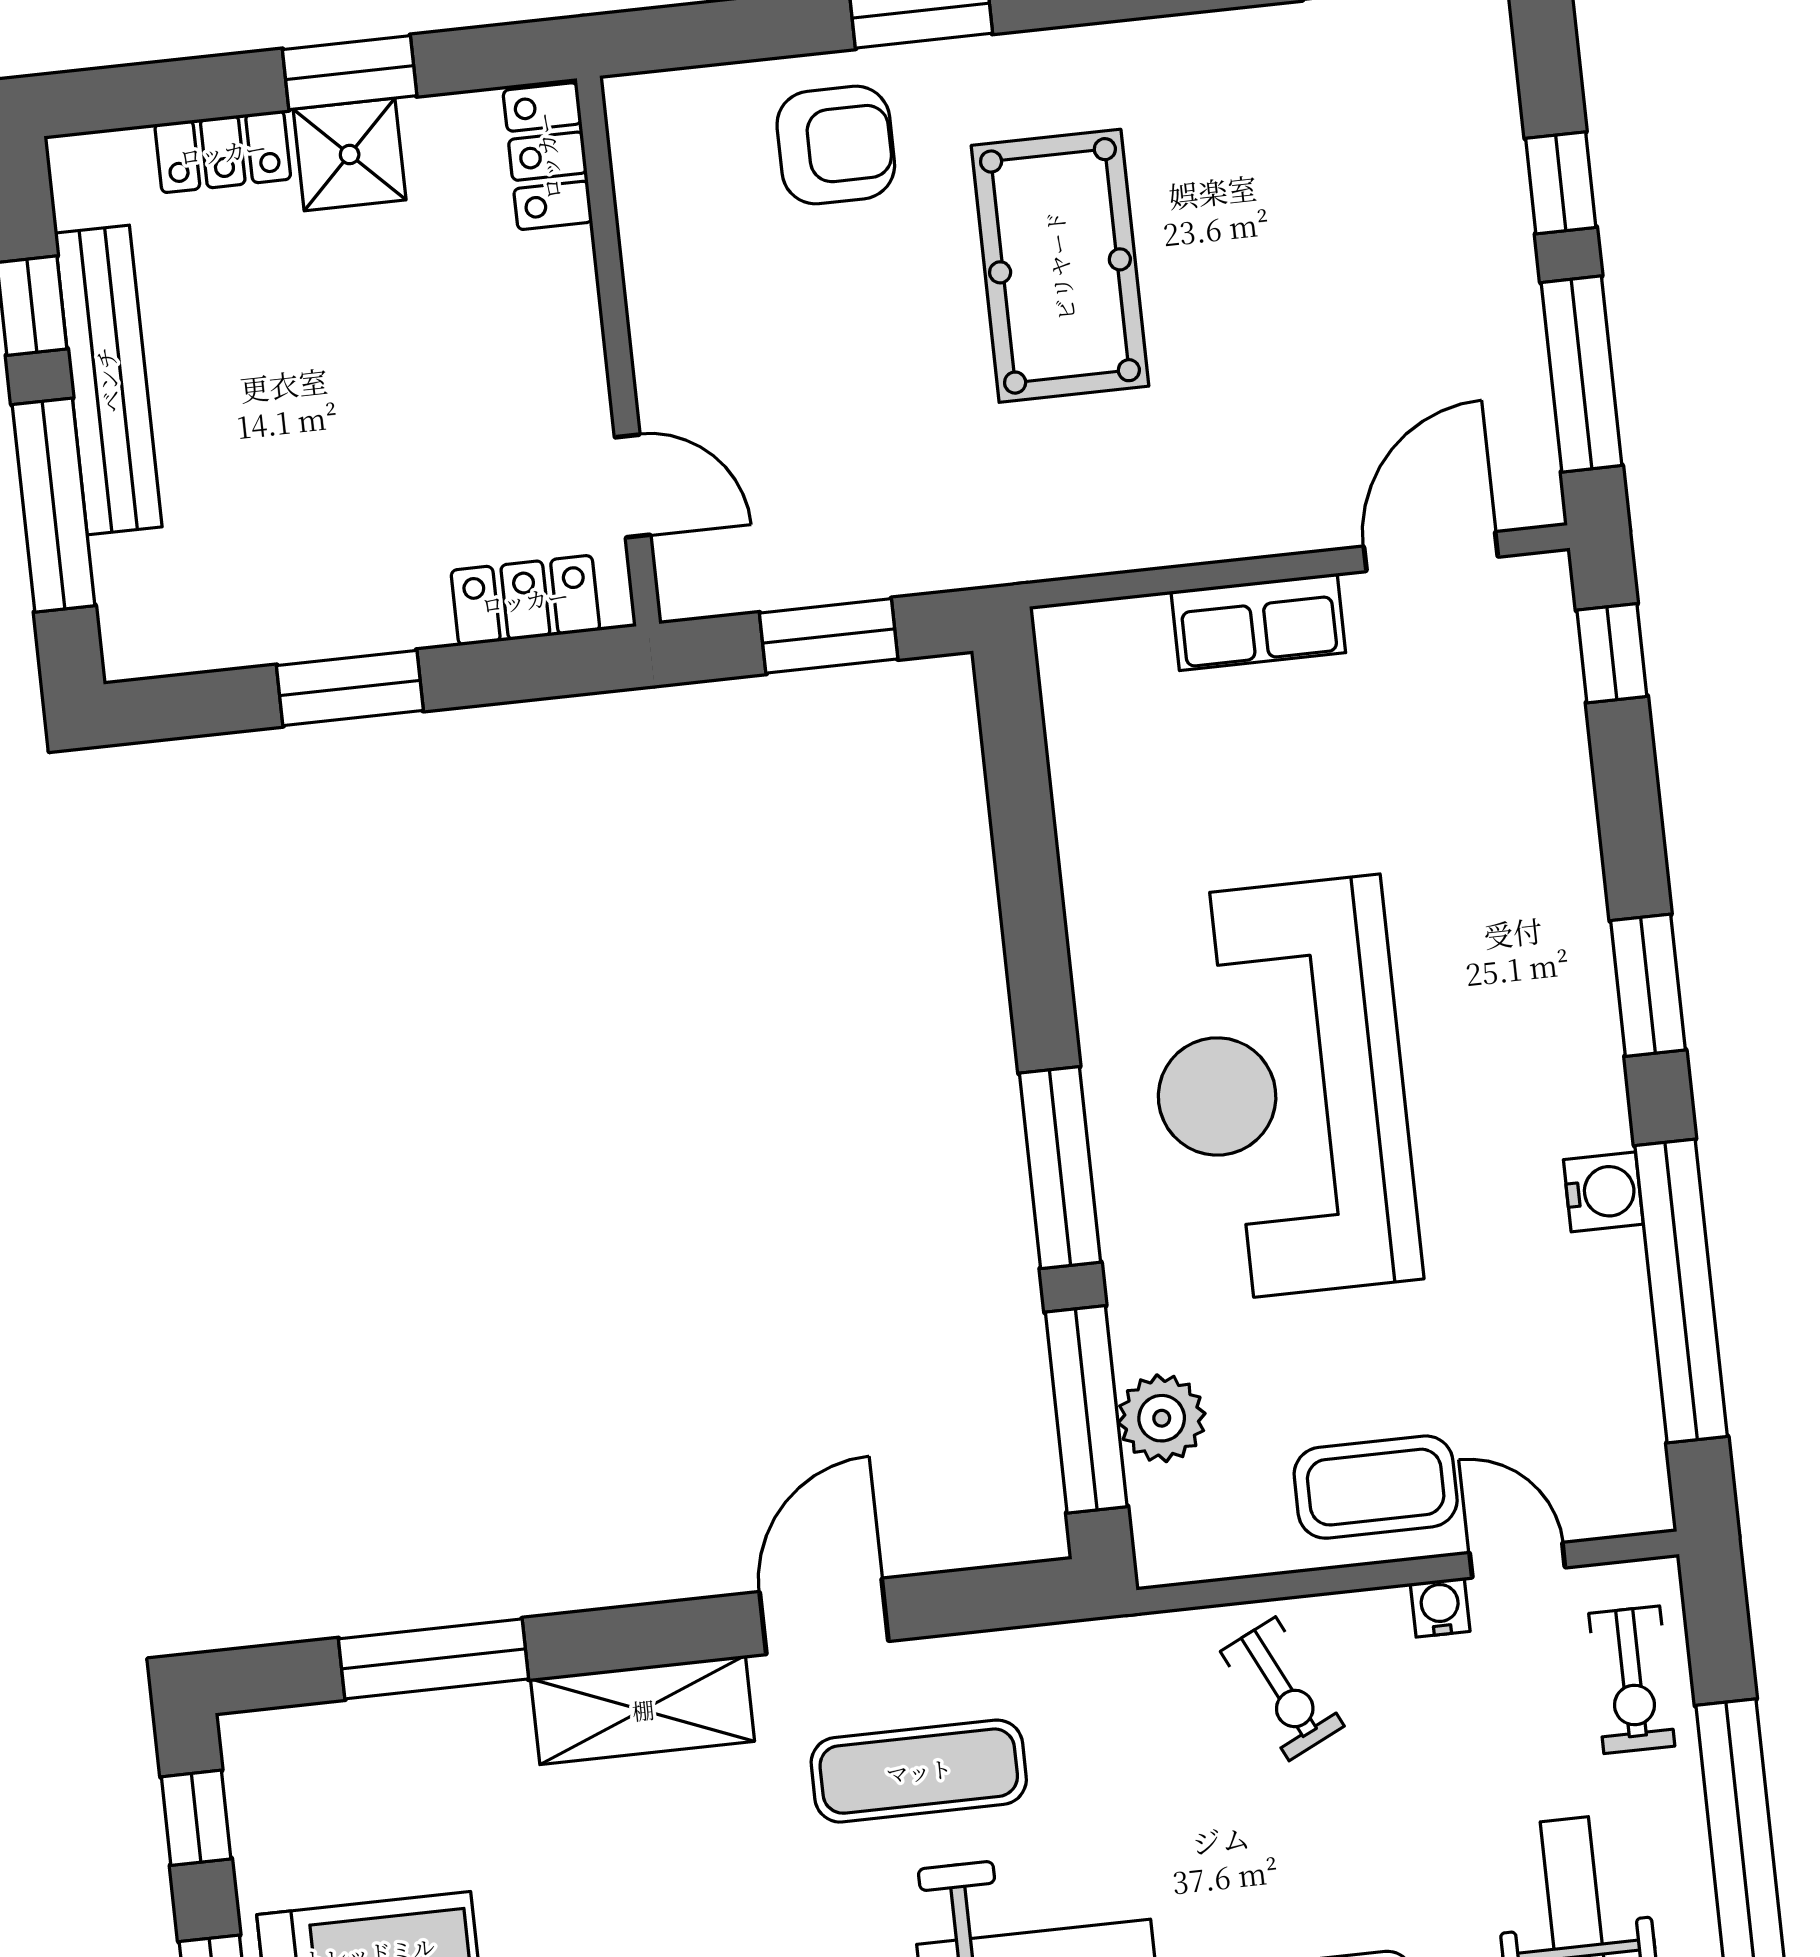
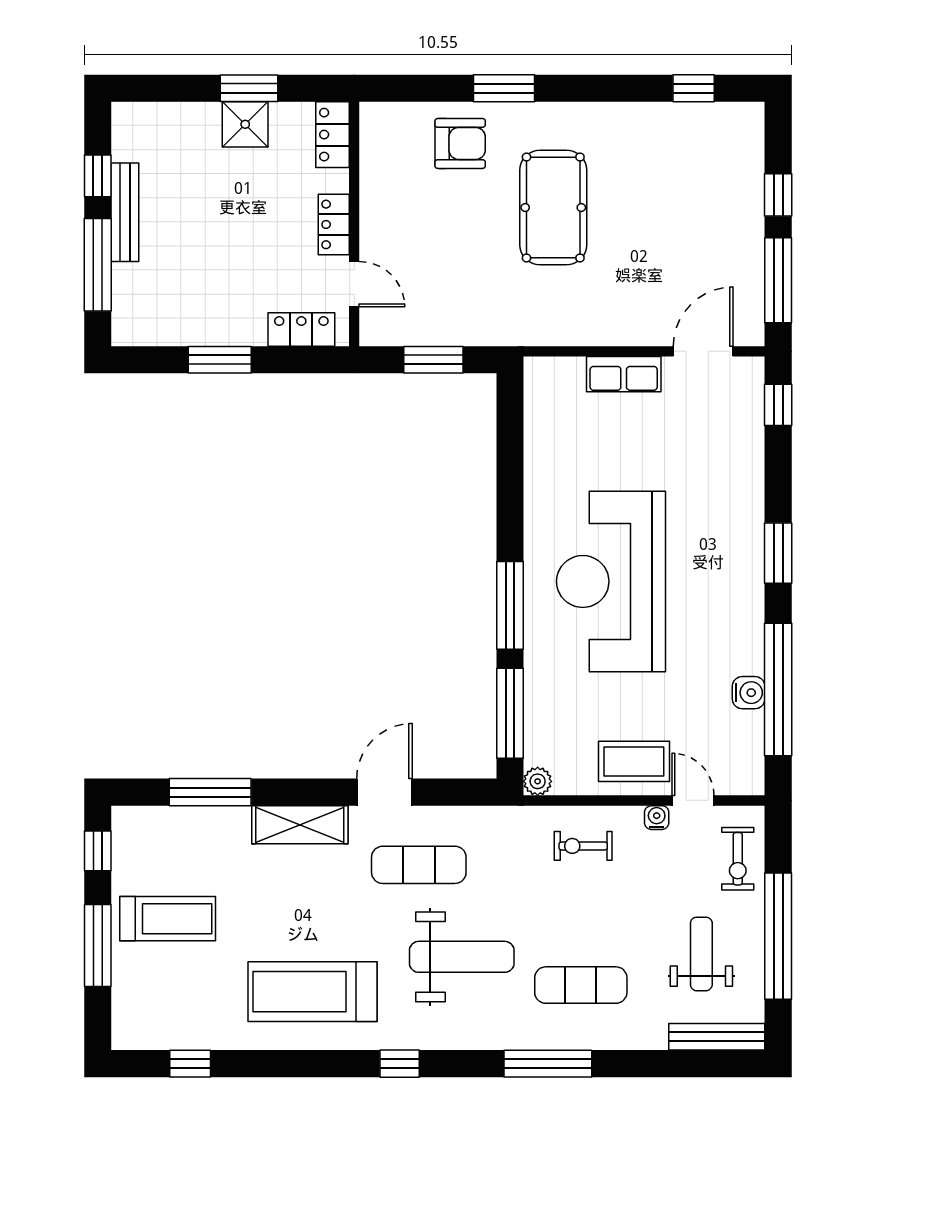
locker: (223, 152) -> (334, 224), moved, turned 90
bench: (108, 380) -> (125, 212), width x0.73, depth x0.82
water cooler: (1603, 1192) -> (749, 693), moved
plant: (1162, 1418) -> (538, 781), moved, width x0.73, depth x0.73
exercise bike: (1282, 1689) -> (583, 846), turned 116

